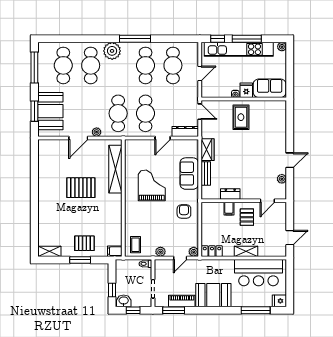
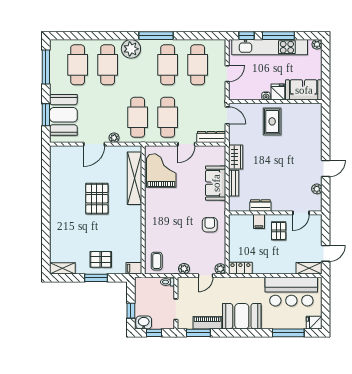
grand piano: (152, 185) -> (161, 171), moved
pallet: (81, 188) -> (97, 199), turned 90
shelving: (246, 251) -> (309, 268), moved

